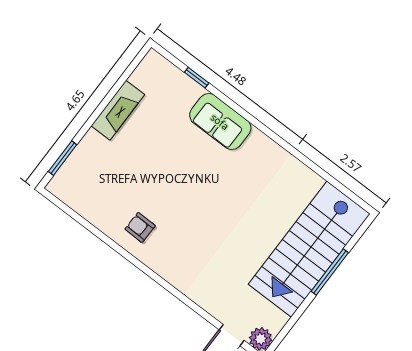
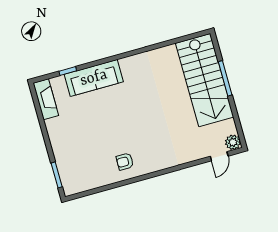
fireplace: (118, 110) -> (46, 99), moved
sofa: (220, 122) -> (94, 78), width x1.36

